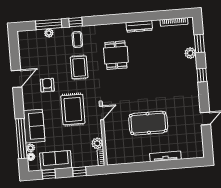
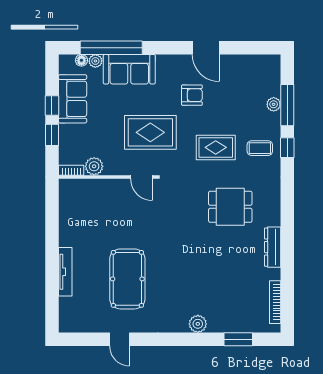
plant: (190, 53) -> (198, 324), moved
window: (202, 75) -> (188, 339), removed
pool table: (148, 123) -> (127, 279), moved
window: (49, 174) -> (52, 106), moved

